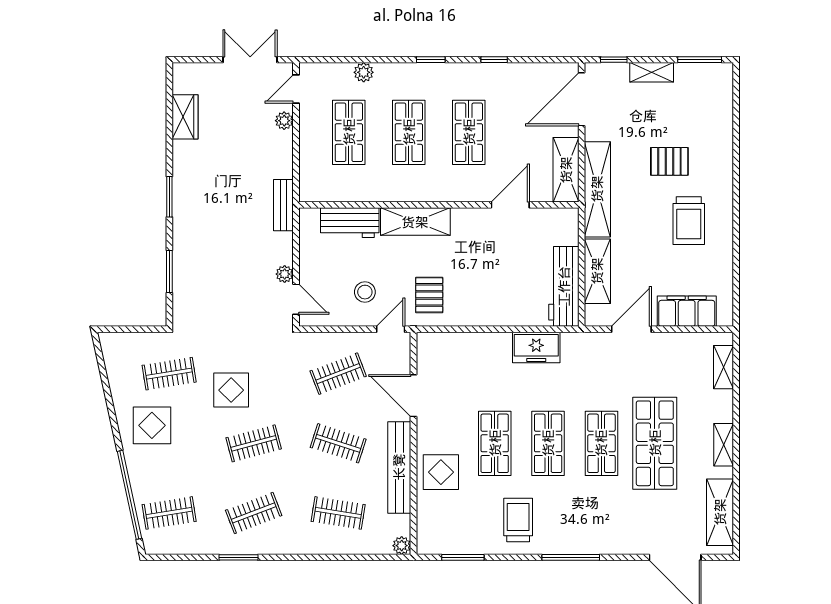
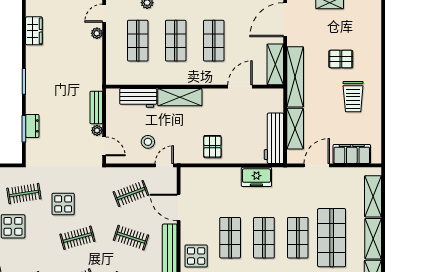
bench: (283, 205) -> (96, 107), moved
dresser: (182, 267) -> (32, 126), added
pallet: (429, 295) -> (212, 147), moved
shelving: (723, 367) -> (373, 196), width x1.50, depth x1.33
shelving: (724, 445) -> (373, 239), width x1.50, depth x1.33

